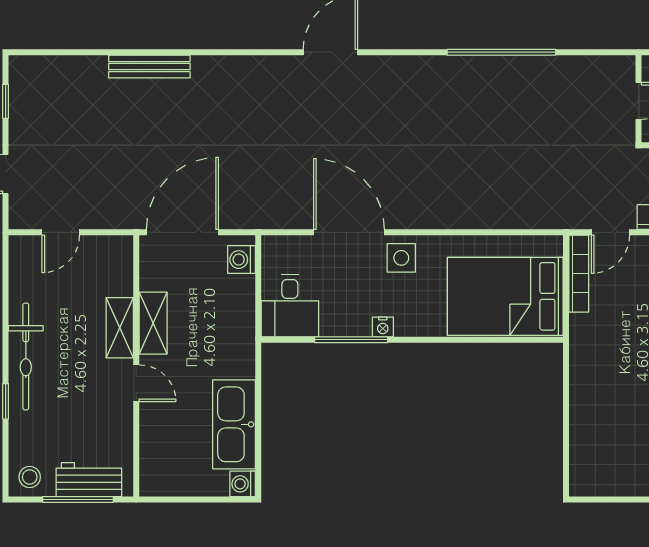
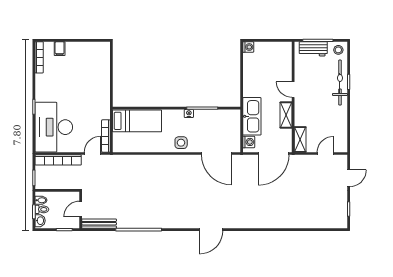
bench: (149, 67) -> (99, 224), moved
door: (349, 232) -> (216, 154), moved
bed: (505, 296) -> (137, 121), width x0.67
desk: (290, 306) -> (228, 122), removed
shelving: (120, 328) -> (300, 139), moved
bicycle: (26, 357) -> (340, 83), moved
kitchen sink: (234, 424) -> (252, 116), moved

